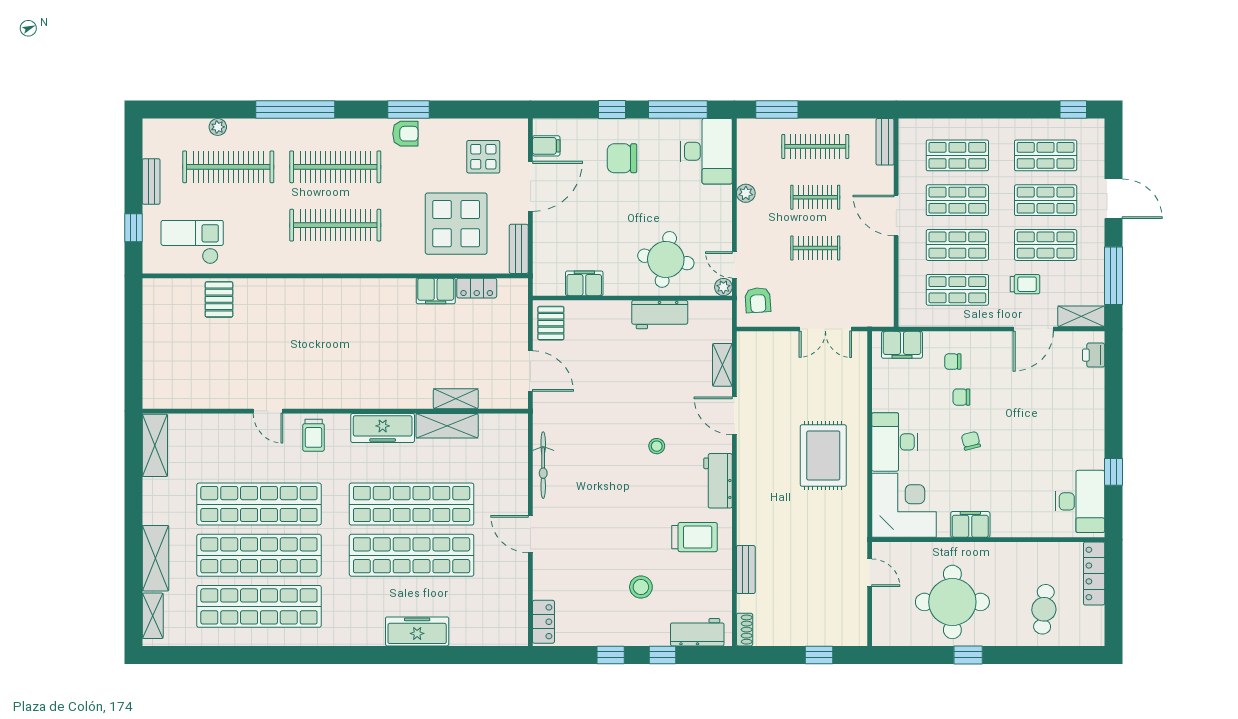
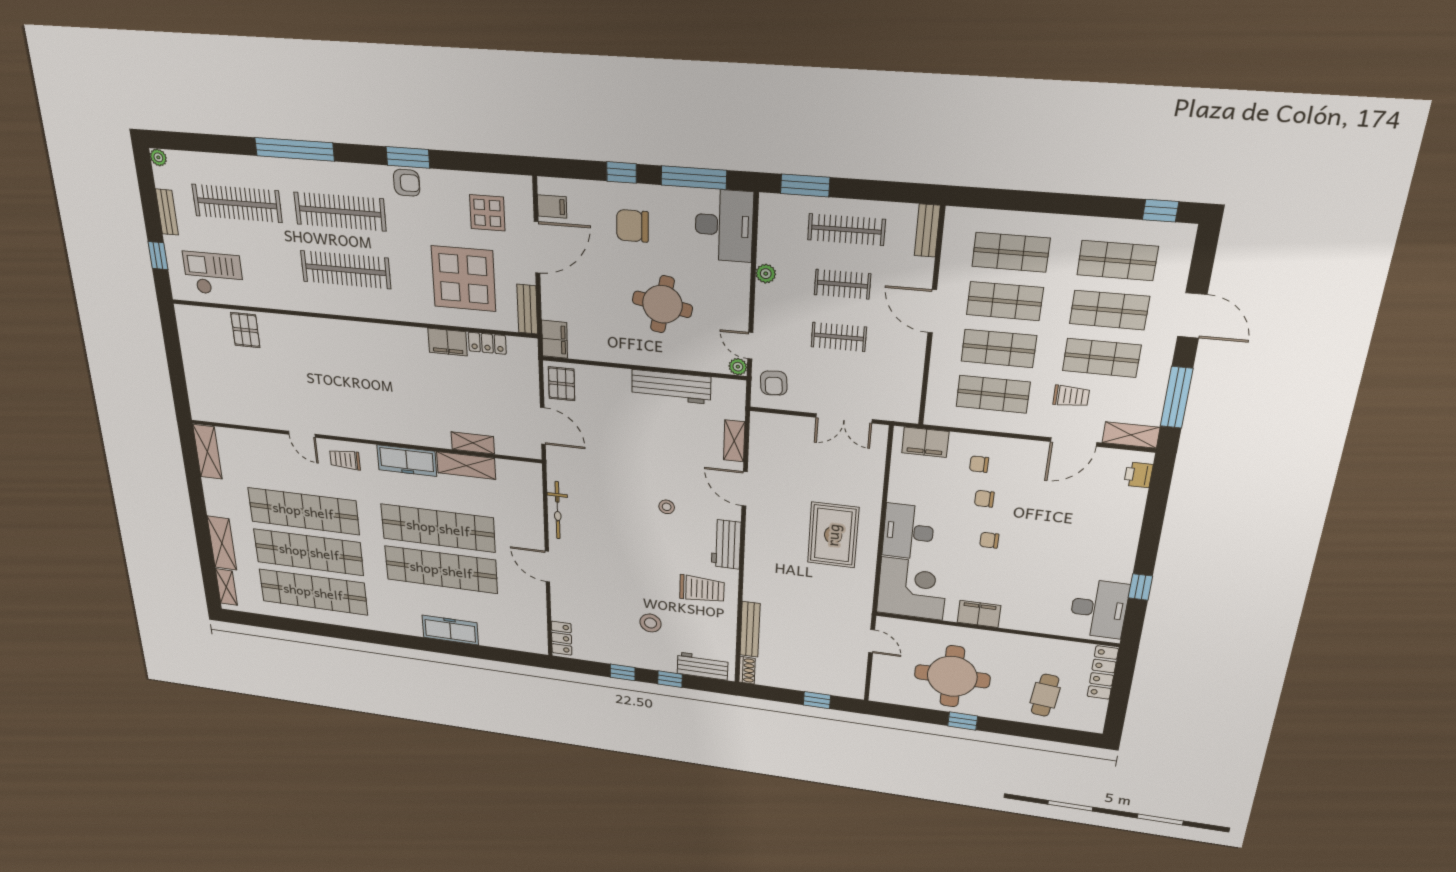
plant: (218, 127) -> (158, 157), moved
round table: (666, 259) -> (662, 304), moved
filing cabinet: (584, 283) -> (555, 339), moved, turned 90
workbench: (660, 315) -> (671, 387), width x1.38
trolley: (314, 435) -> (345, 460), turned 90
chair: (971, 441) -> (989, 540), turned -76
bench: (746, 570) -> (750, 629), width x1.36

